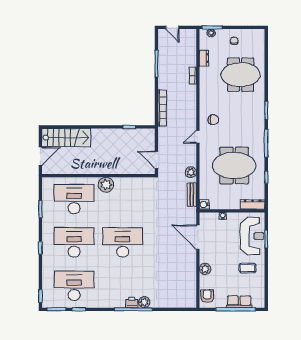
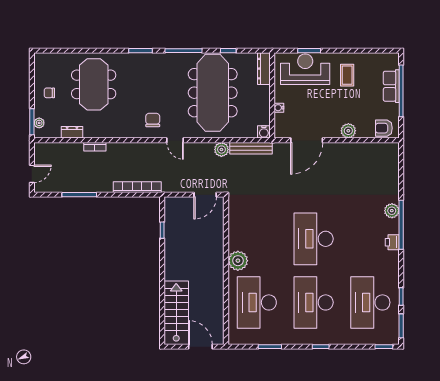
meeting table: (234, 165) -> (213, 93), width x1.36
bench: (192, 195) -> (251, 148), width x1.36
printer: (132, 302) -> (392, 242), moved

